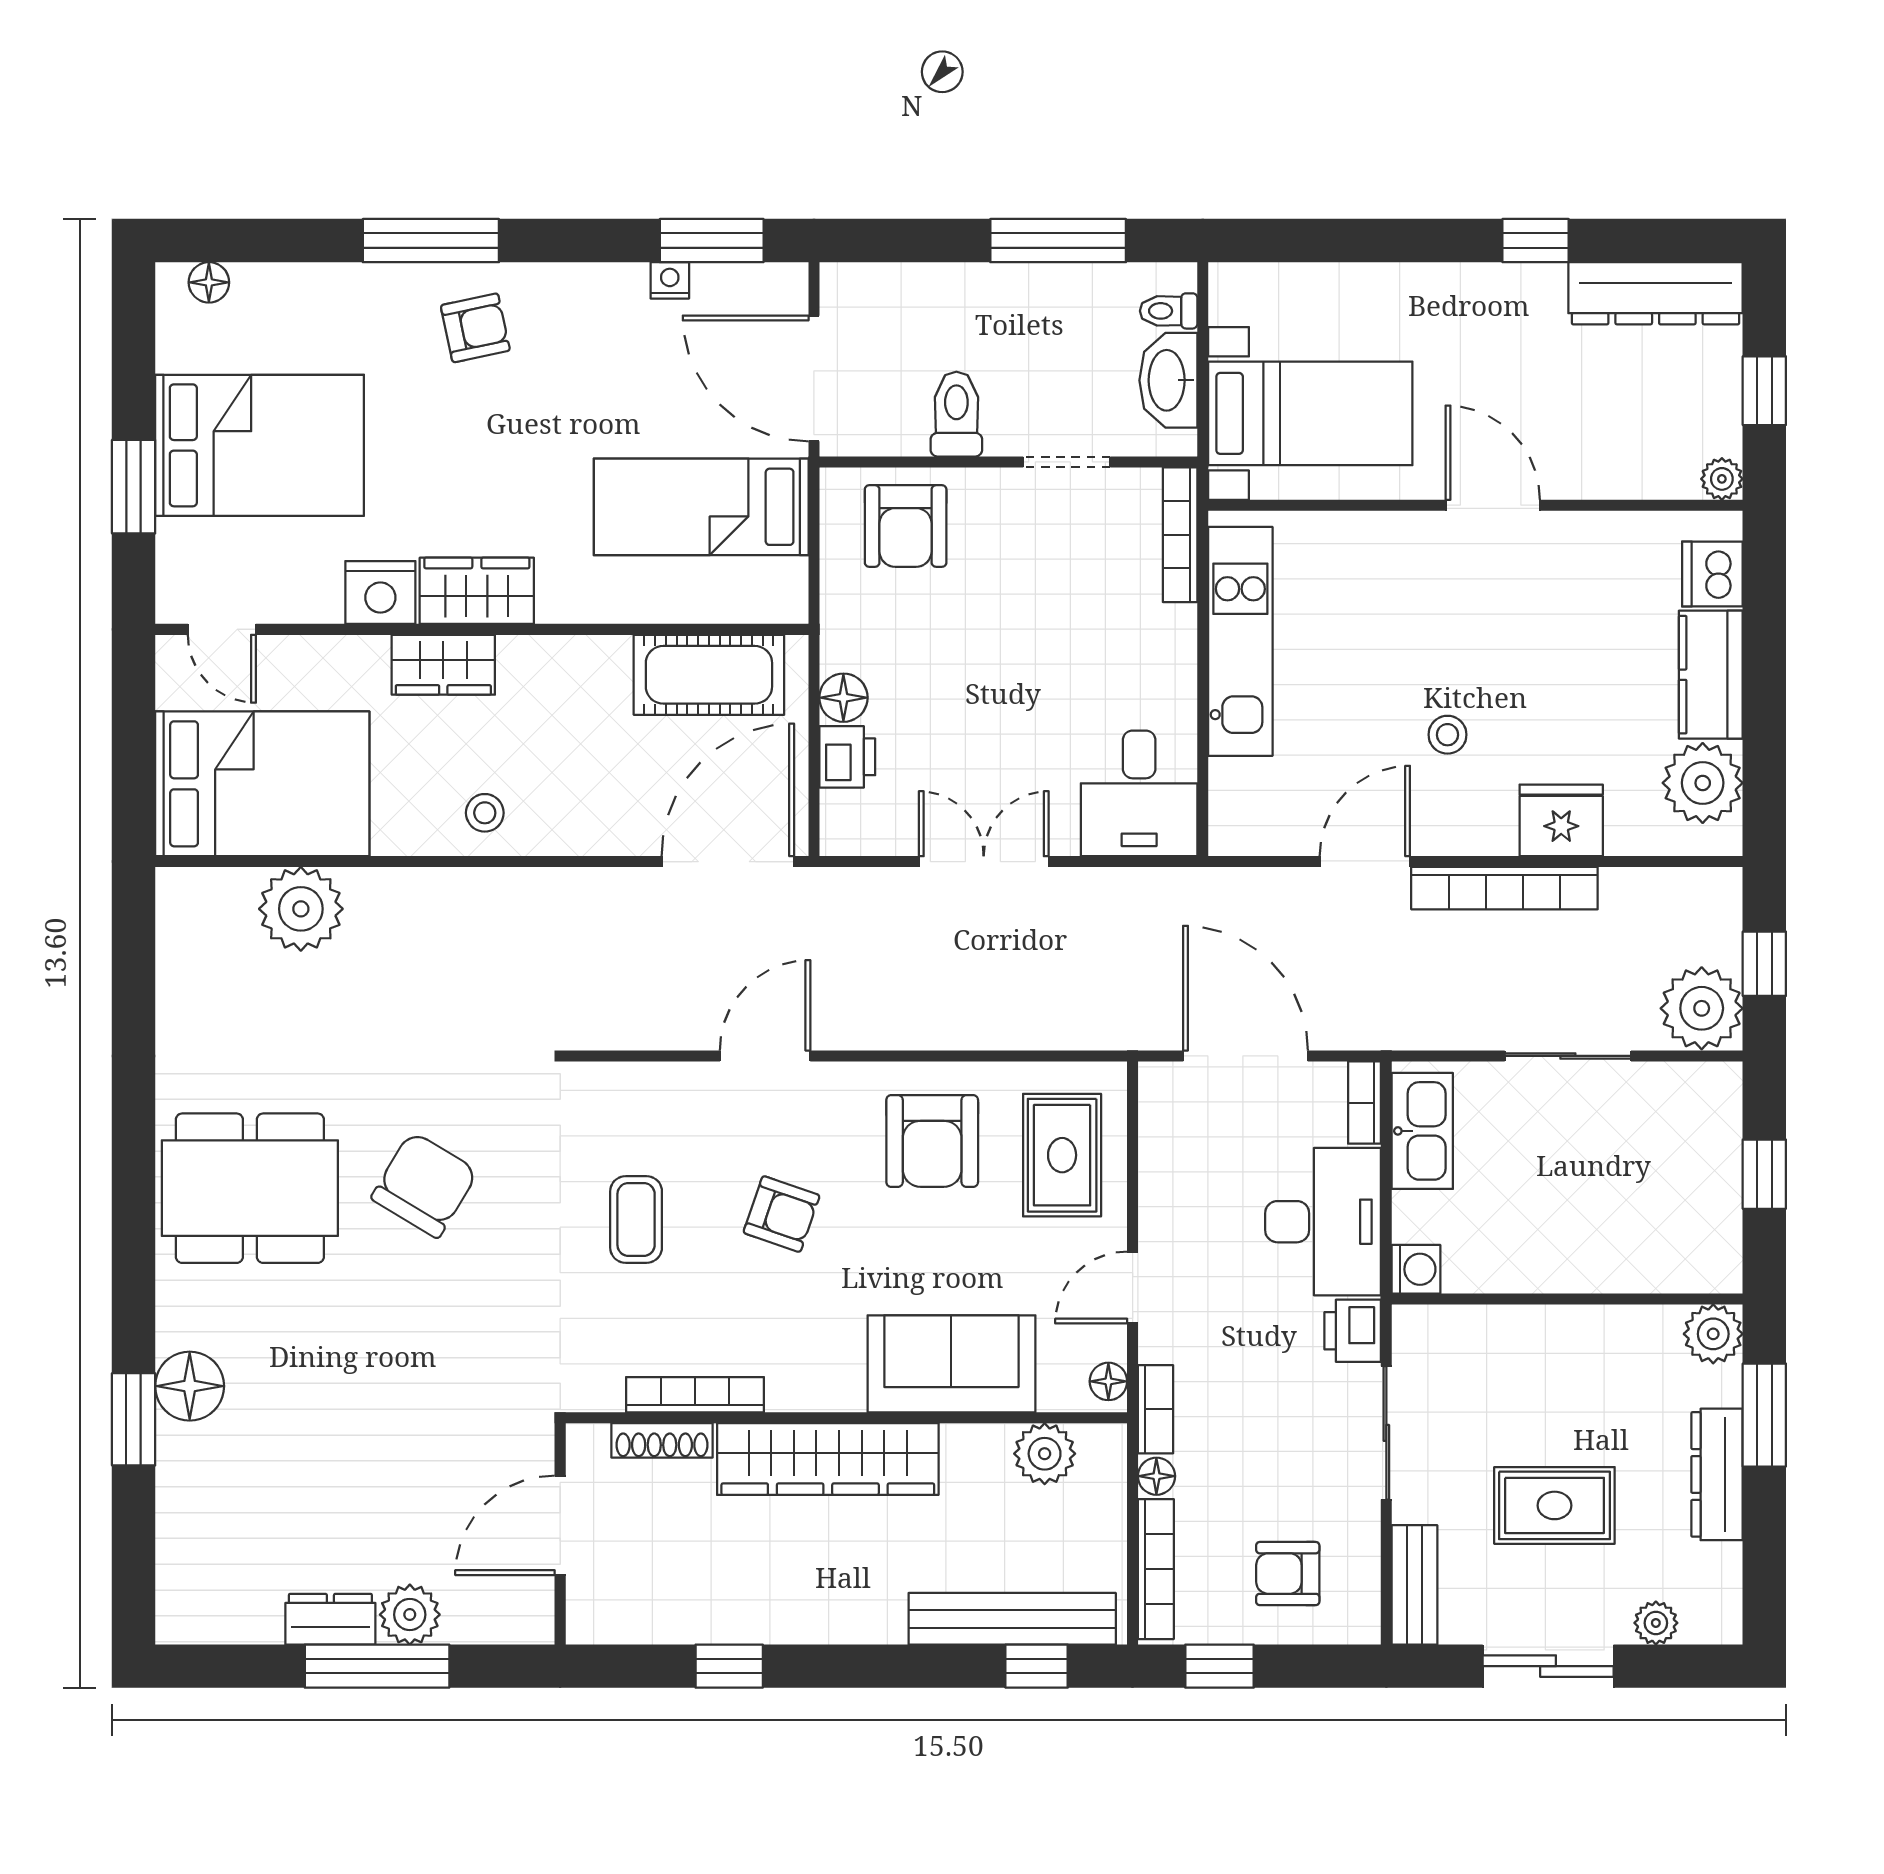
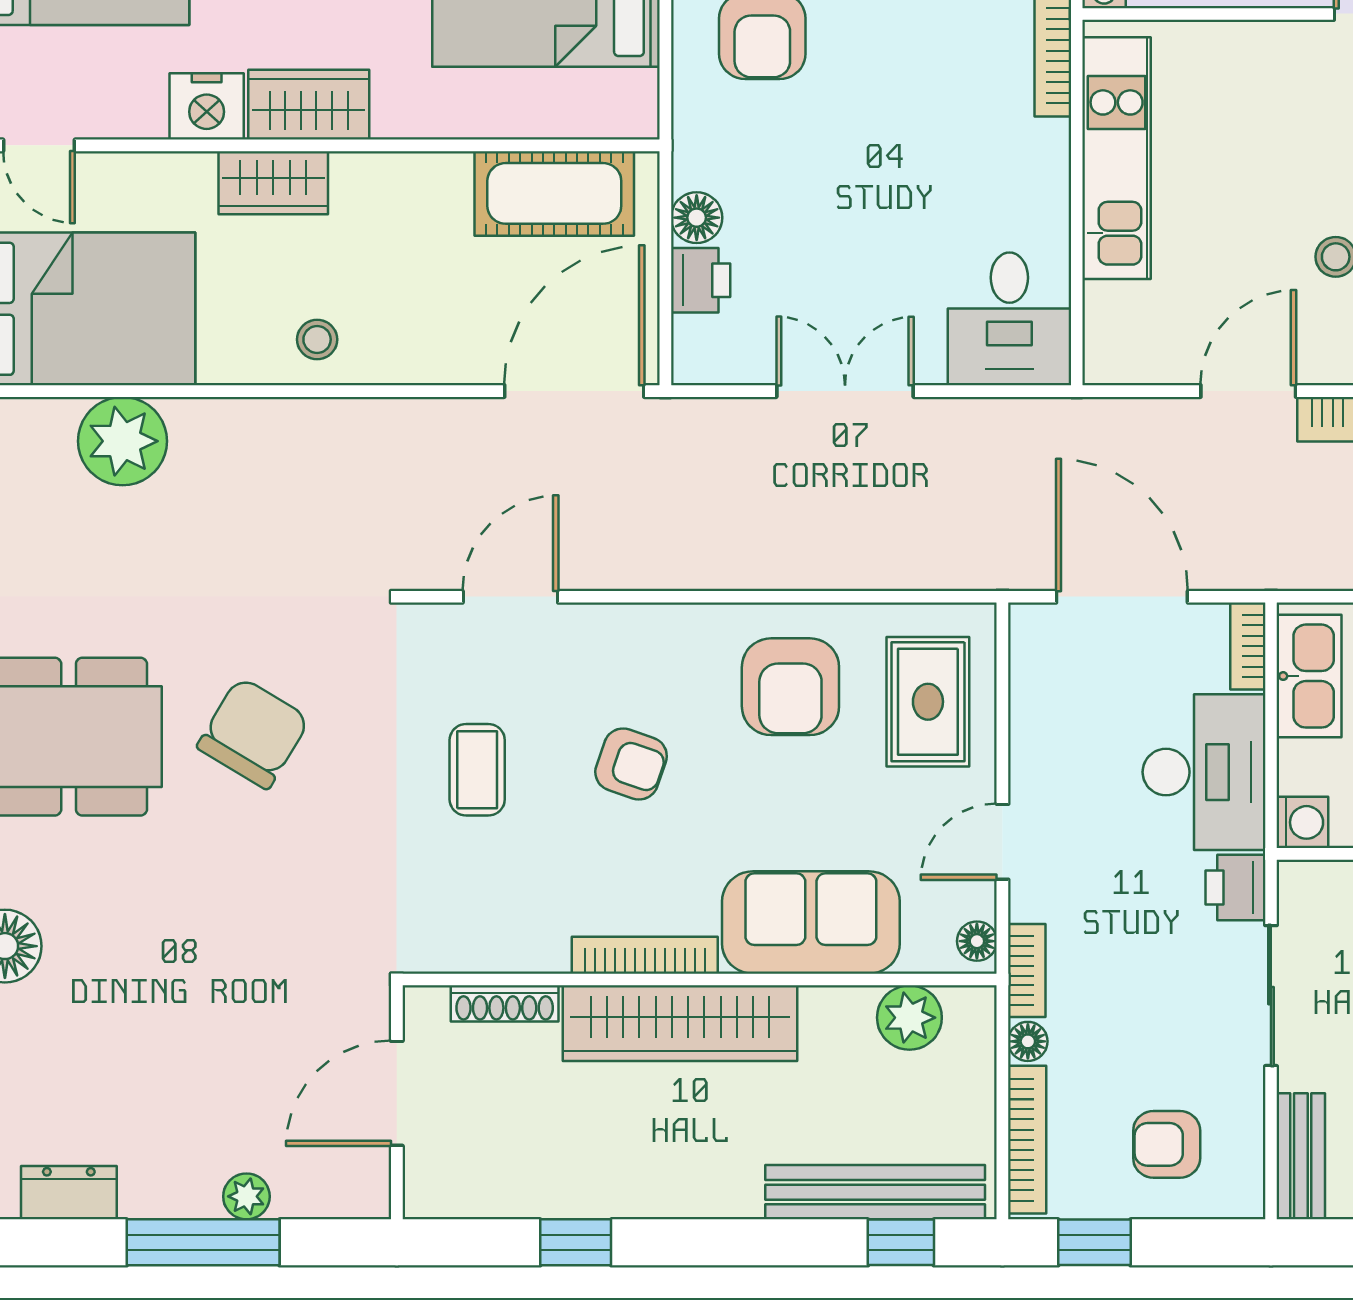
door: (765, 1056) -> (510, 597), moved
bookcase: (695, 1395) -> (645, 955), moved
plant: (410, 1615) -> (246, 1196), width x0.73, depth x0.73
dresser: (330, 1619) -> (69, 1193), moved

